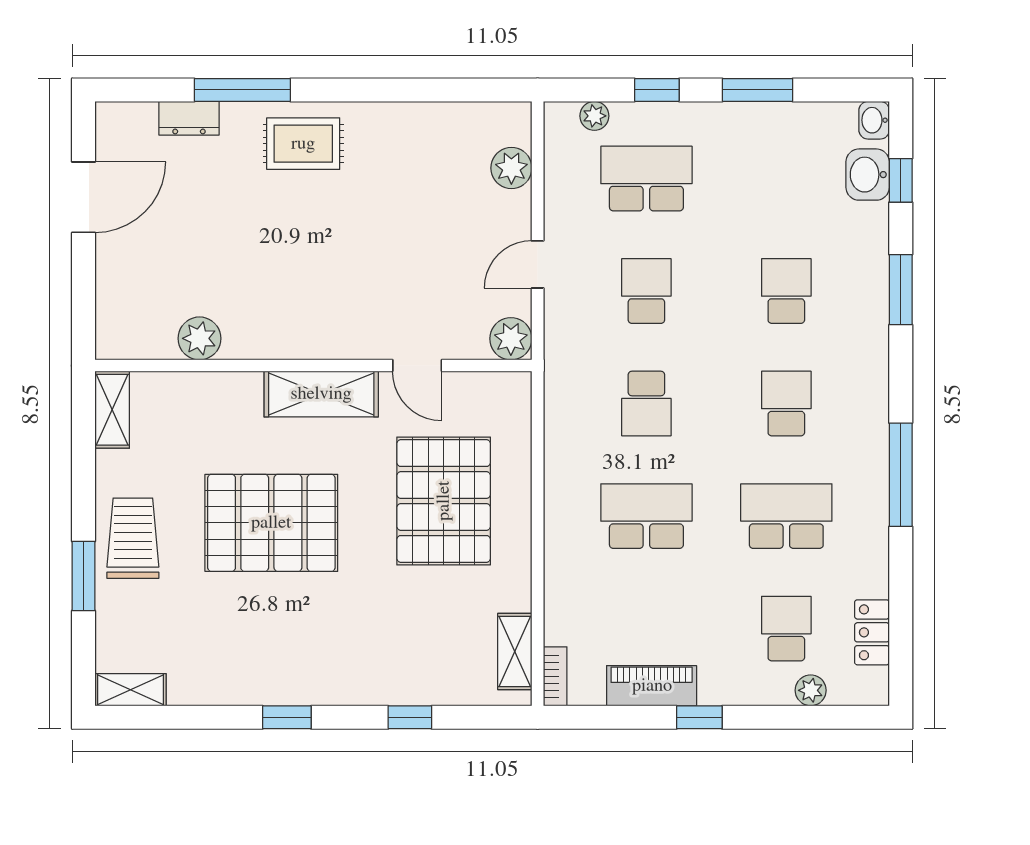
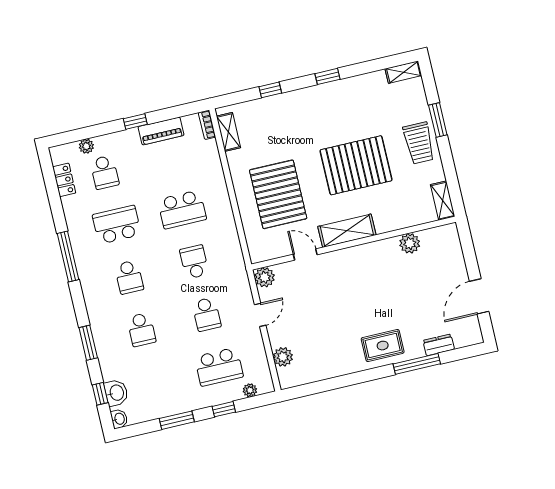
school desk: (786, 516) -> (117, 225), turned 180

